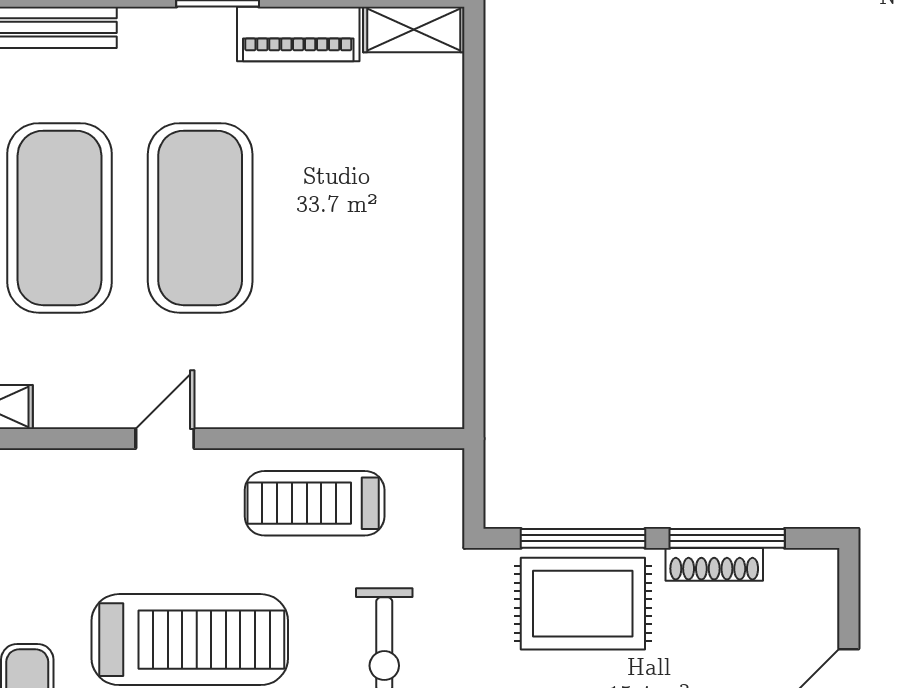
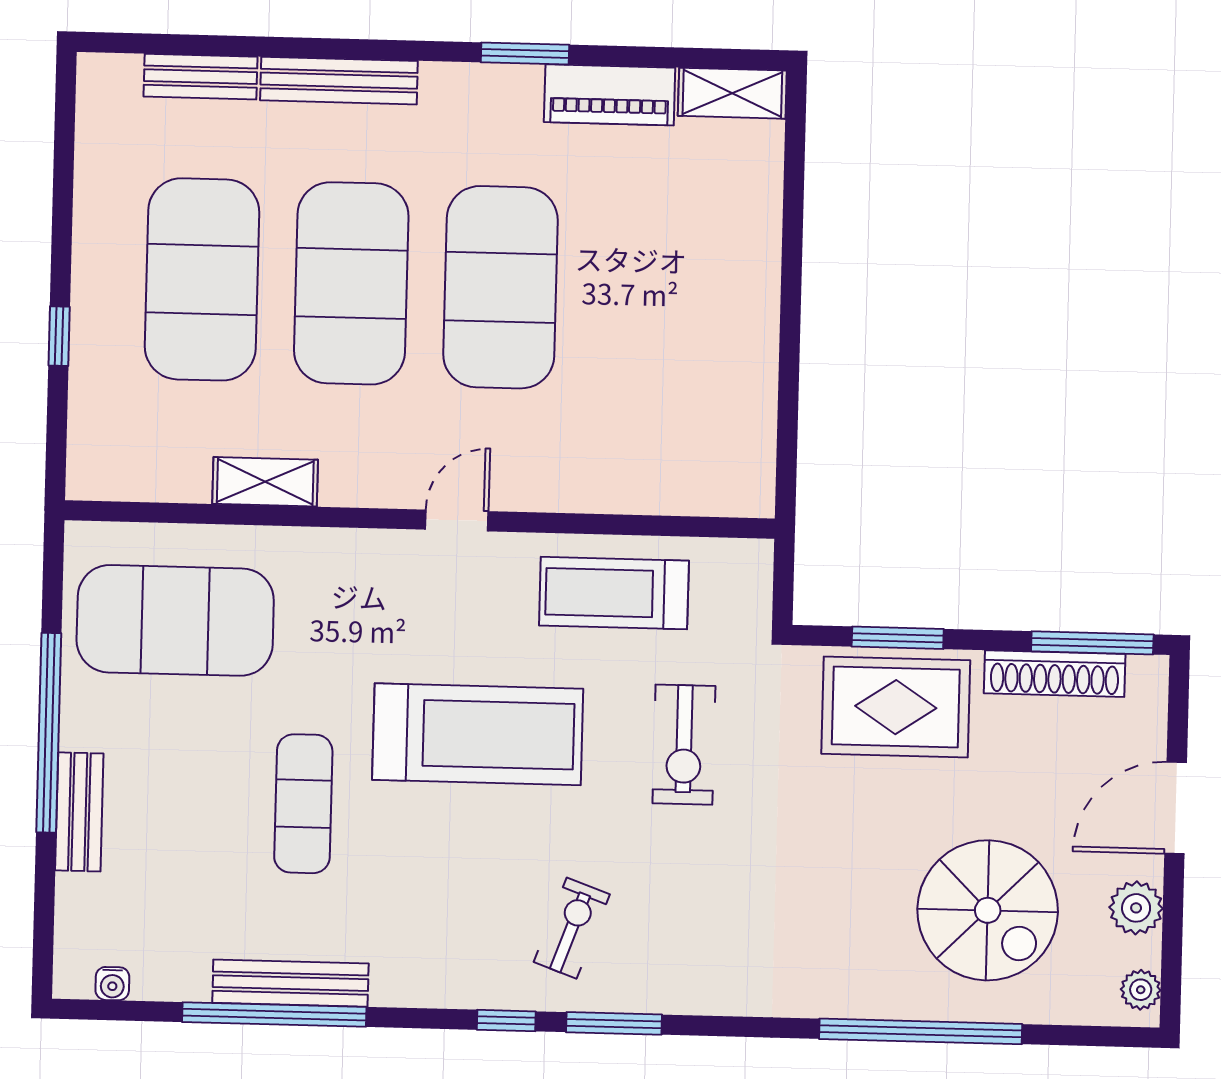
window: (583, 538) -> (898, 638), width x0.69
window: (727, 538) -> (1092, 643), moved
shoe rack: (714, 564) -> (1055, 674), width x1.36, depth x1.24

